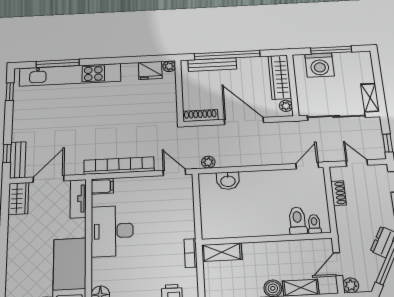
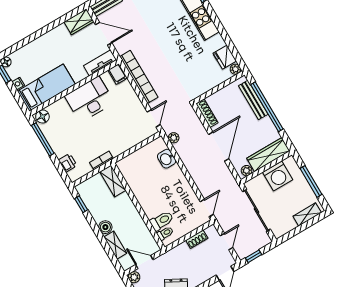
washing machine: (320, 65) -> (278, 176), moved, turned -90
shelving: (370, 98) -> (307, 214), moved
door: (307, 166) -> (207, 208), hinge flipped

